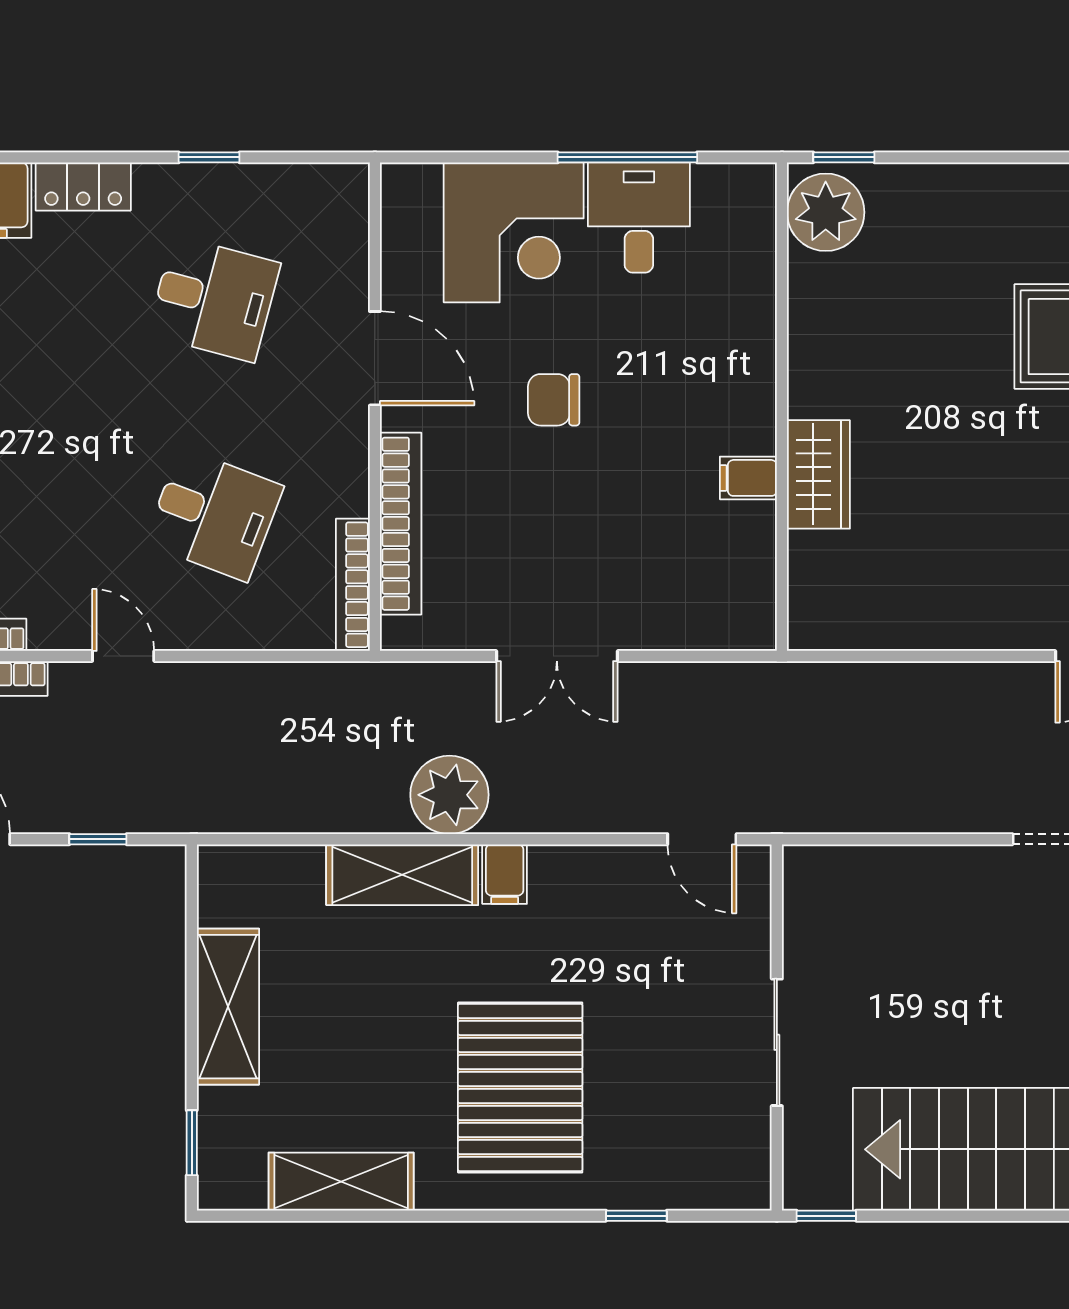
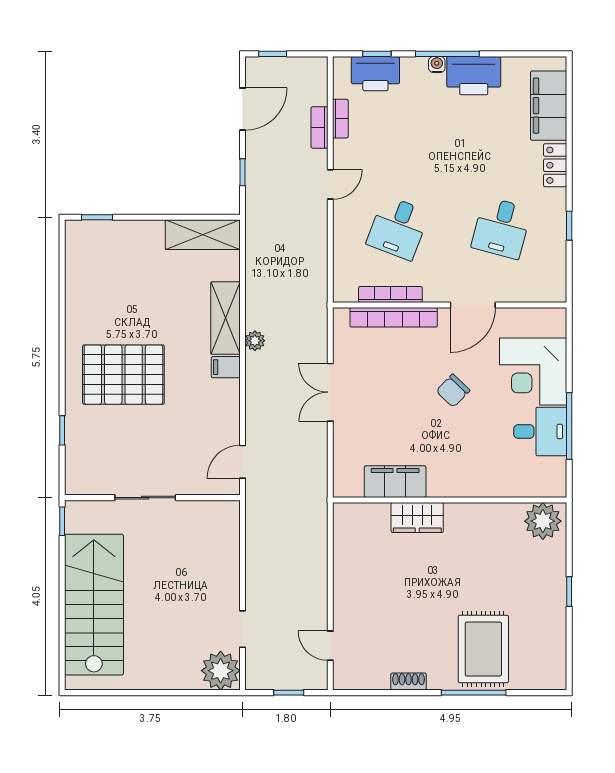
window: (844, 157) -> (569, 592), moved
chair: (554, 400) -> (453, 391), turned -136
filing cabinet: (748, 478) -> (395, 482), width x3.00, depth x1.17
bookcase: (353, 585) -> (390, 294), moved
plant: (449, 795) -> (255, 341), width x0.53, depth x0.53
shelving: (228, 1007) -> (203, 235), moved
shelving: (341, 1182) -> (78, 289), removed

